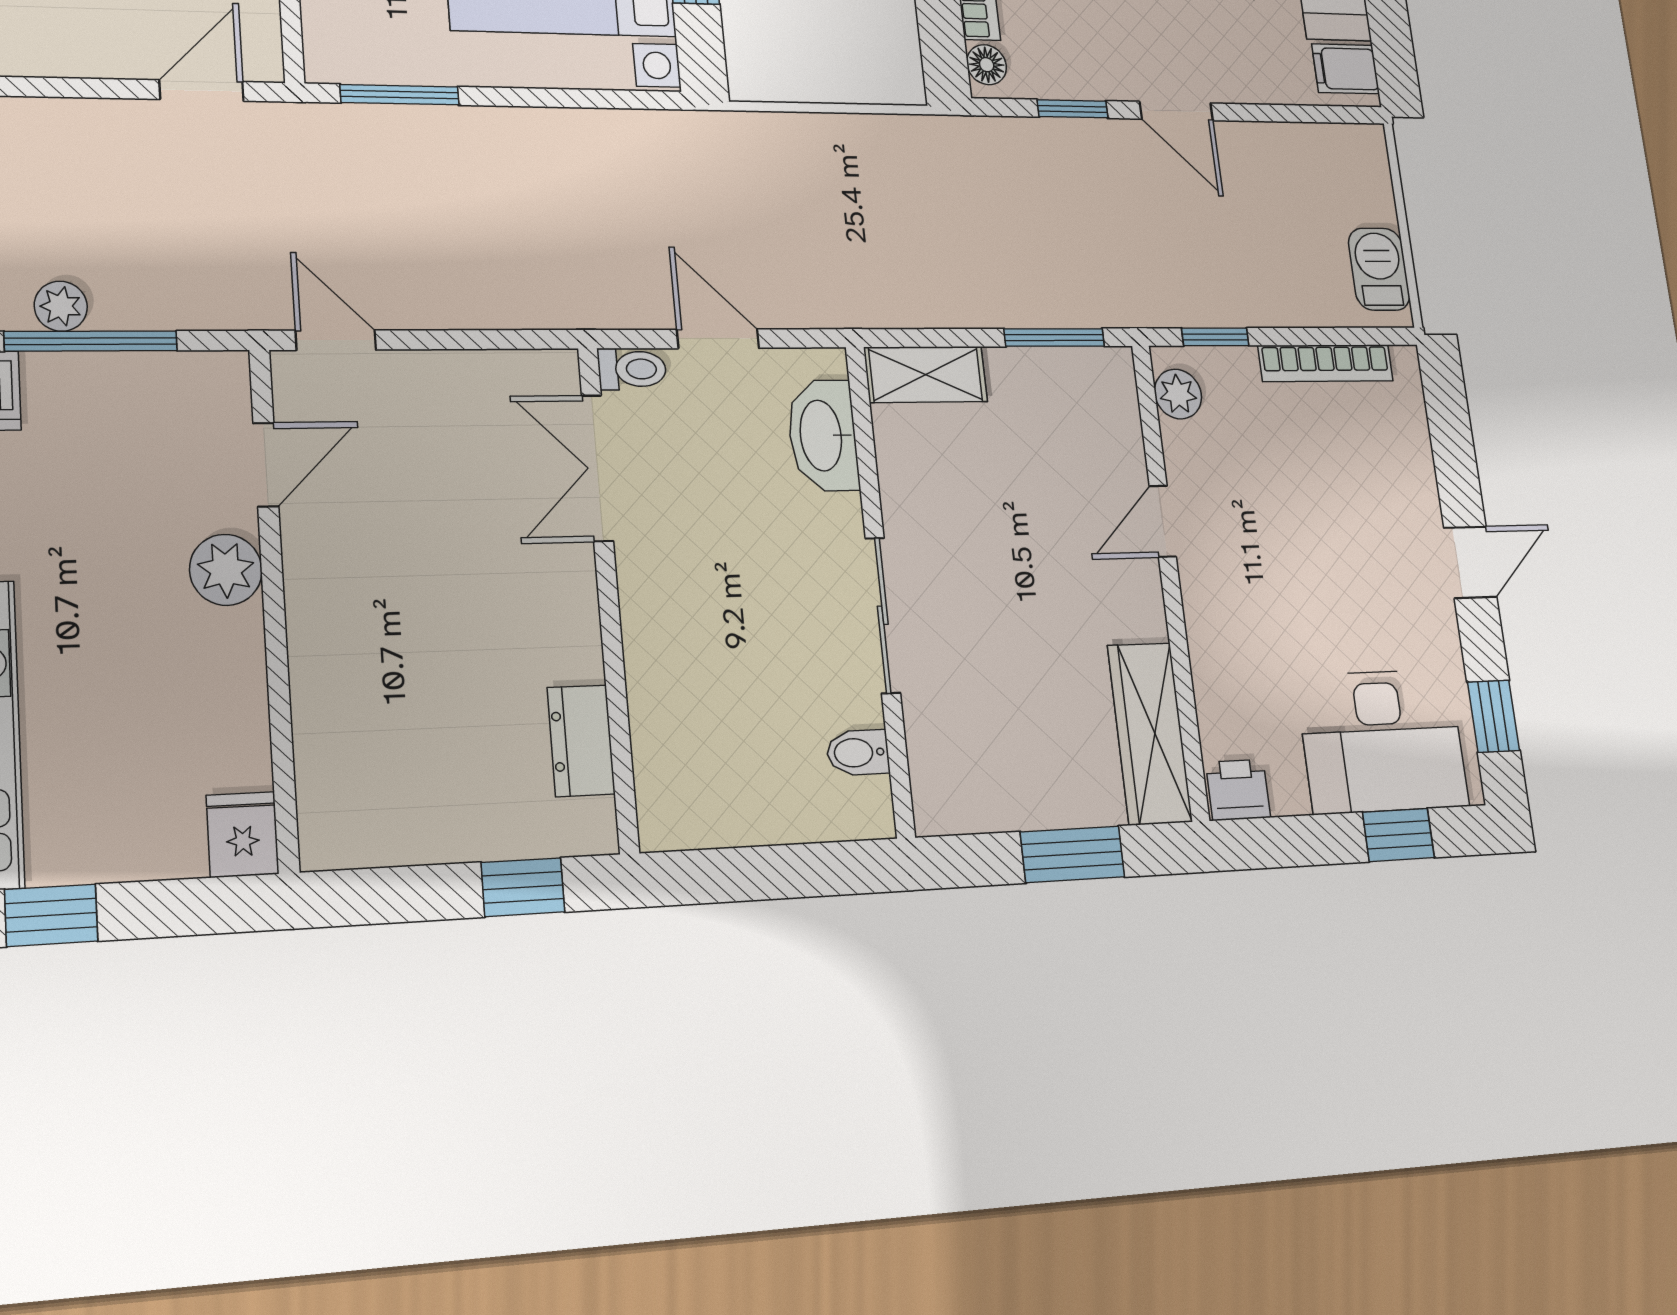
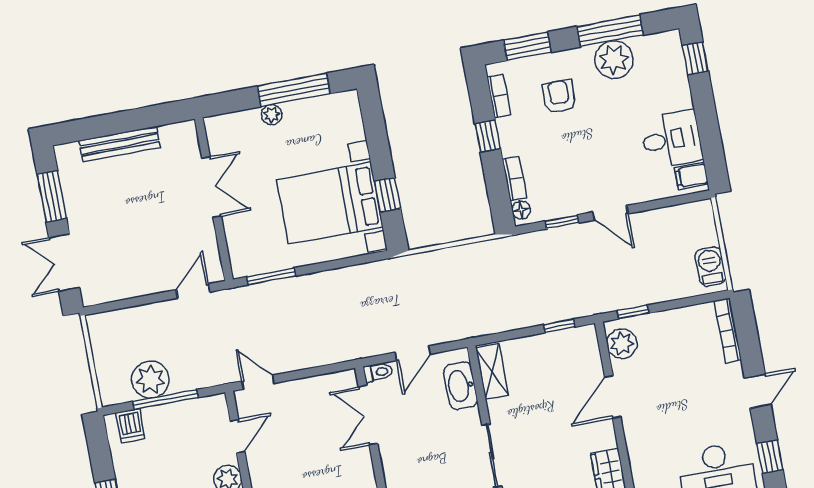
plant: (61, 306) -> (151, 379), width x1.88, depth x1.88
window: (1054, 337) -> (559, 326), width x0.67
door: (718, 339) -> (413, 353), swing flipped
bookcase: (1326, 363) -> (728, 330), moved, turned 90
shelving: (926, 375) -> (492, 372), moved, turned 90
plant: (1178, 394) -> (622, 344), width x1.38, depth x1.38
door: (1163, 521) -> (613, 397), width x1.38

